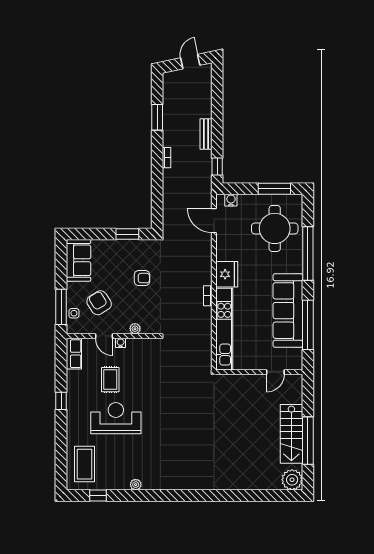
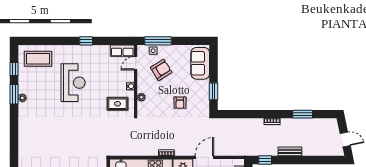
door: (214, 221) -> (204, 157), moved
sofa: (79, 260) -> (200, 63), moved, turned 90
door: (104, 336) -> (136, 63), moved
rug: (110, 380) -> (118, 104), moved
window: (131, 496) -> (14, 94), added

